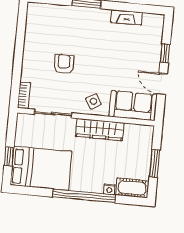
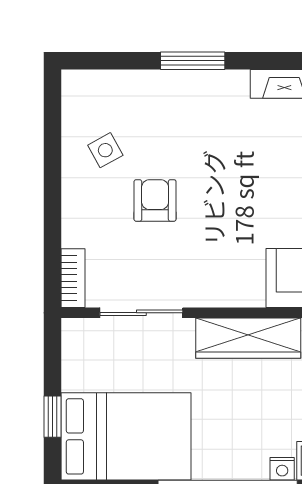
side table: (94, 101) -> (105, 150), moved

